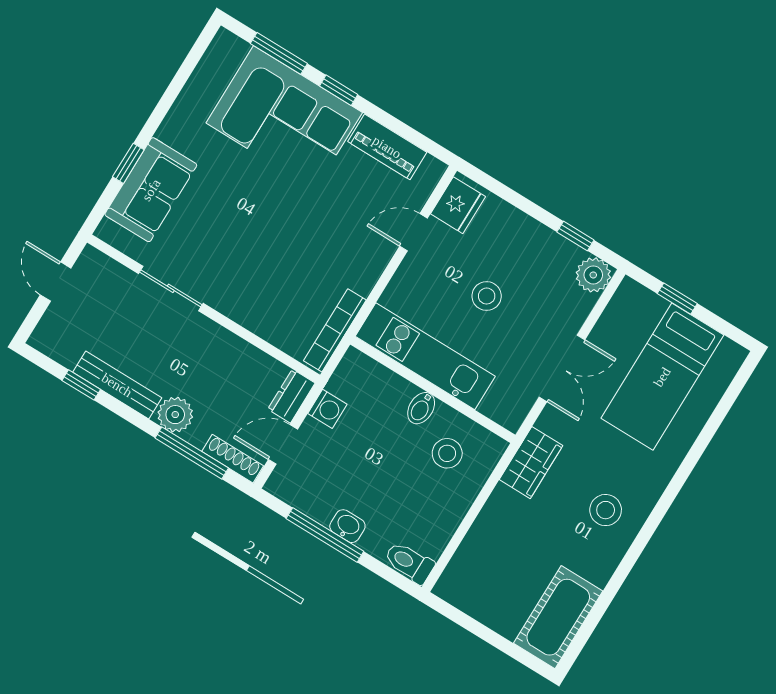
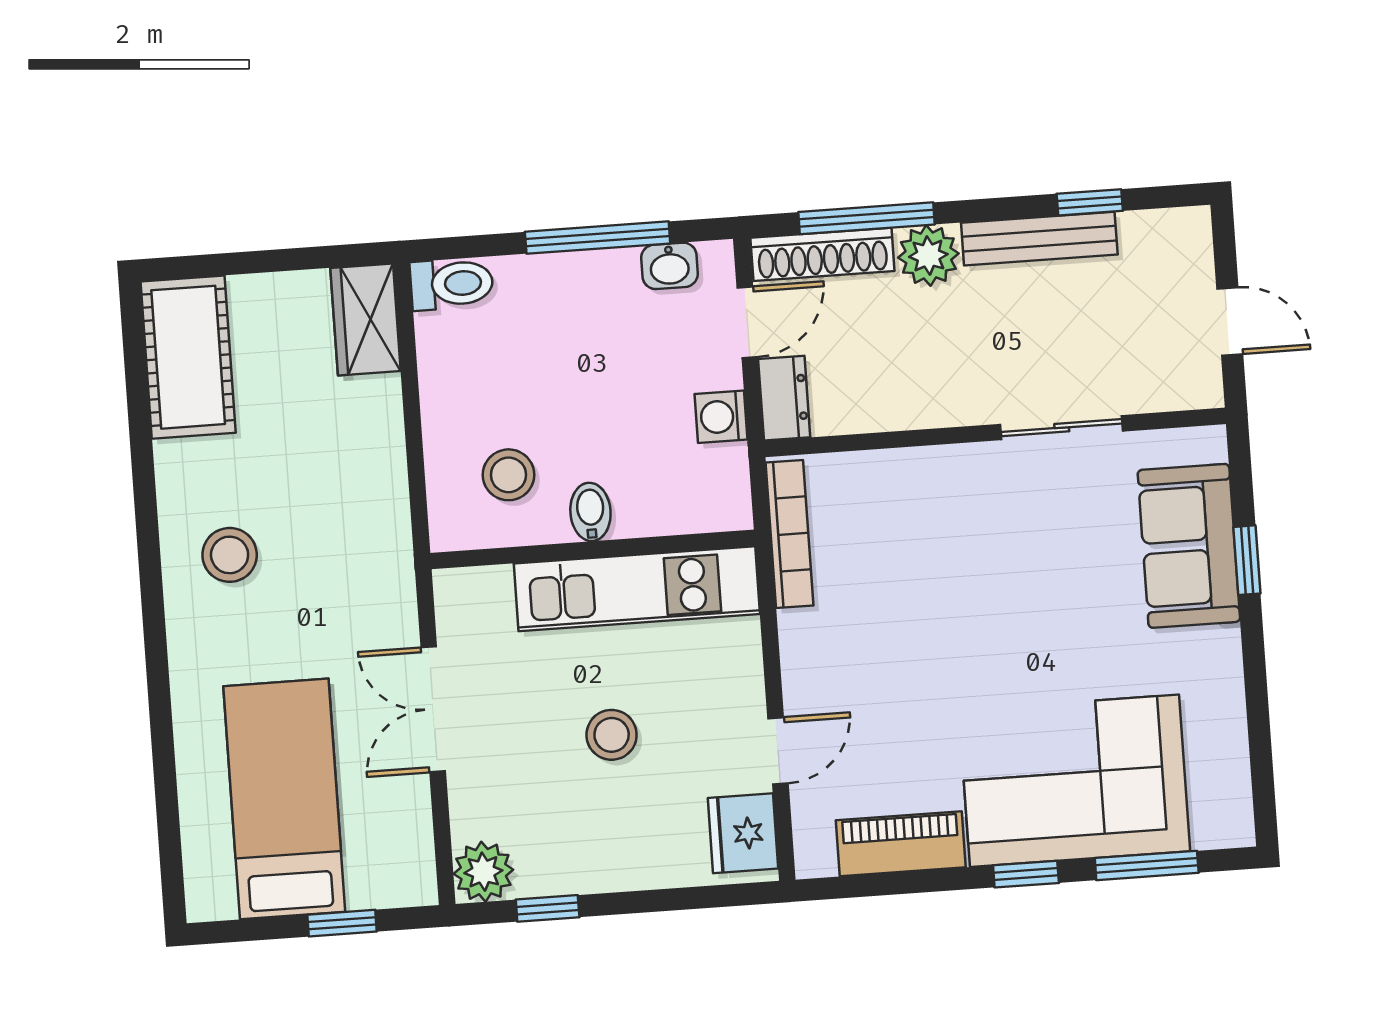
shoe rack: (233, 459) -> (822, 254), width x1.36, depth x1.24
wardrobe: (531, 463) -> (366, 319), moved
washbasin: (347, 526) -> (670, 266), moved

